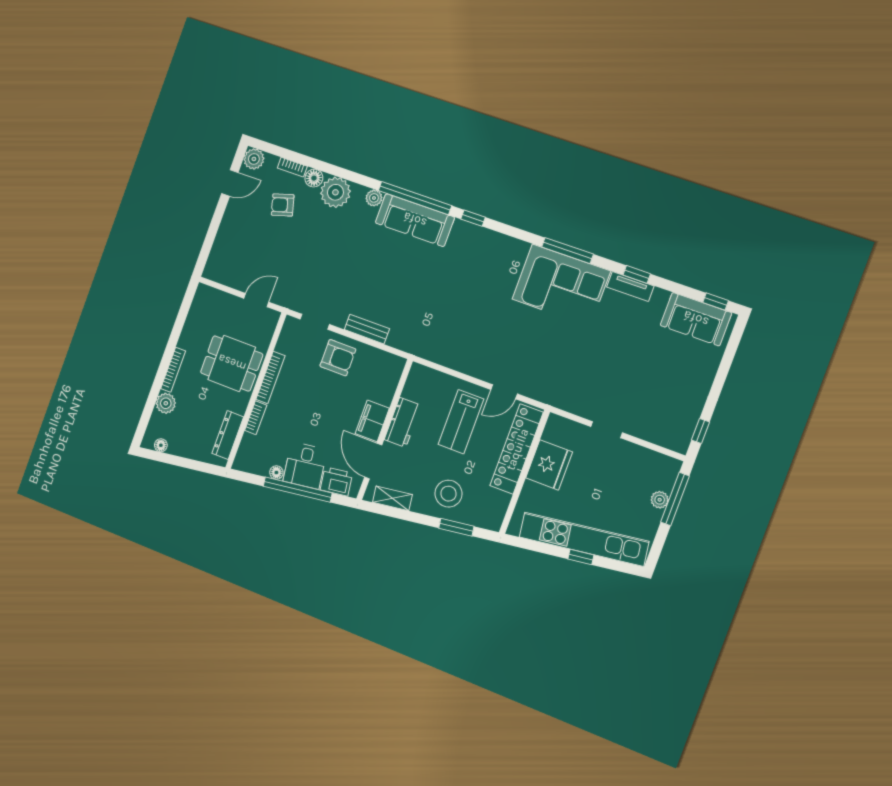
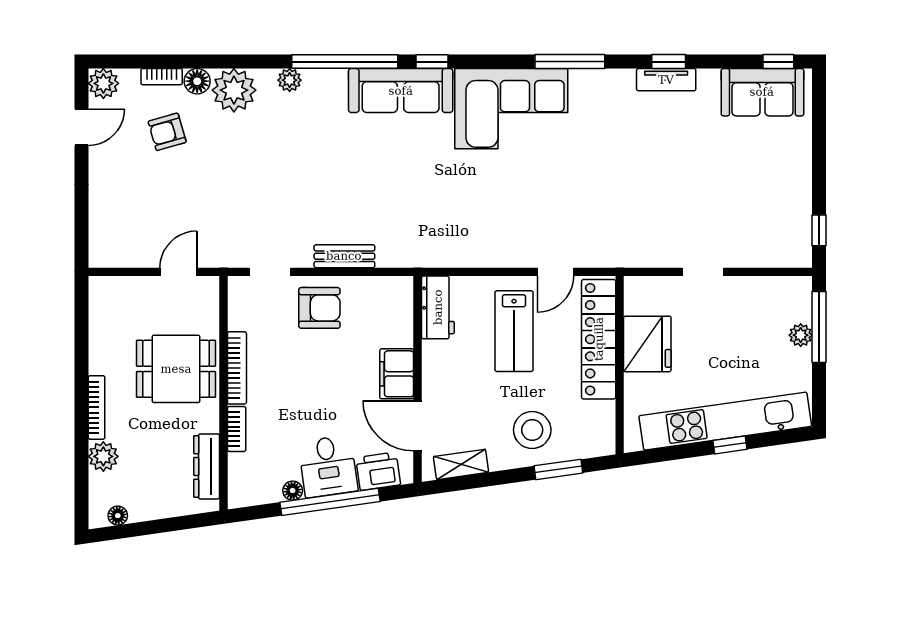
sofa: (415, 220) -> (401, 91), moved
corner sofa: (561, 285) -> (511, 109), moved
workbench: (403, 422) -> (438, 307), moved

